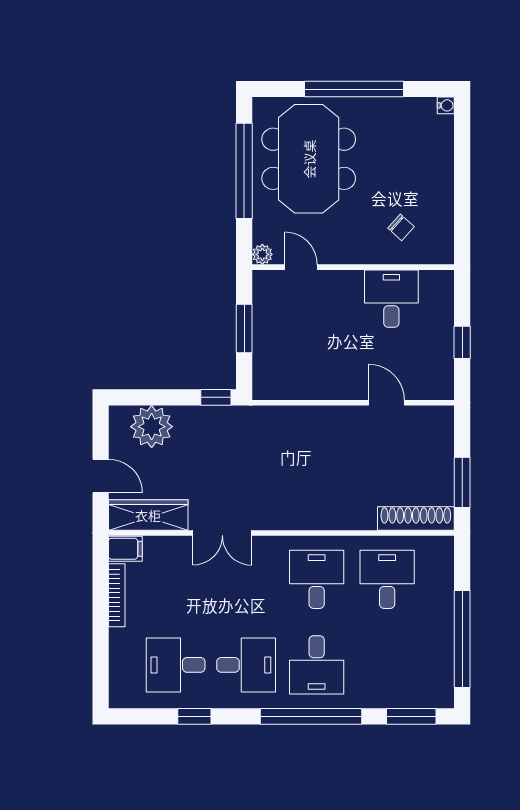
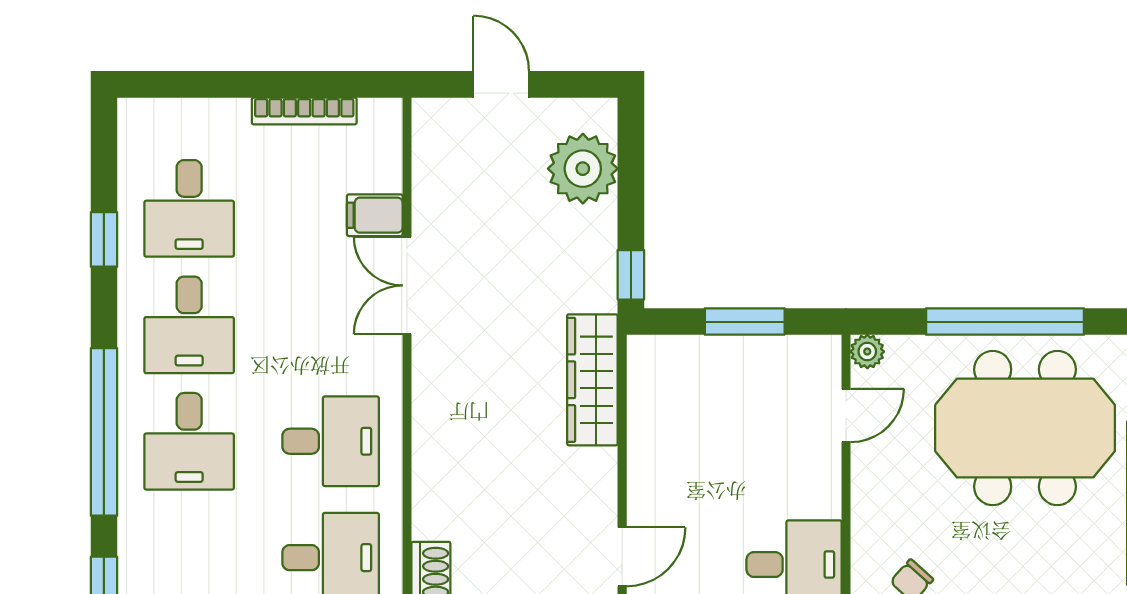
door: (101, 476) -> (501, 84), swing flipped
wardrobe: (148, 515) -> (592, 380), moved, turned 180
filing cabinet: (125, 549) -> (375, 215), moved, turned 90
desk: (176, 665) -> (189, 208), turned 180
desk: (317, 665) -> (189, 441), turned -90

